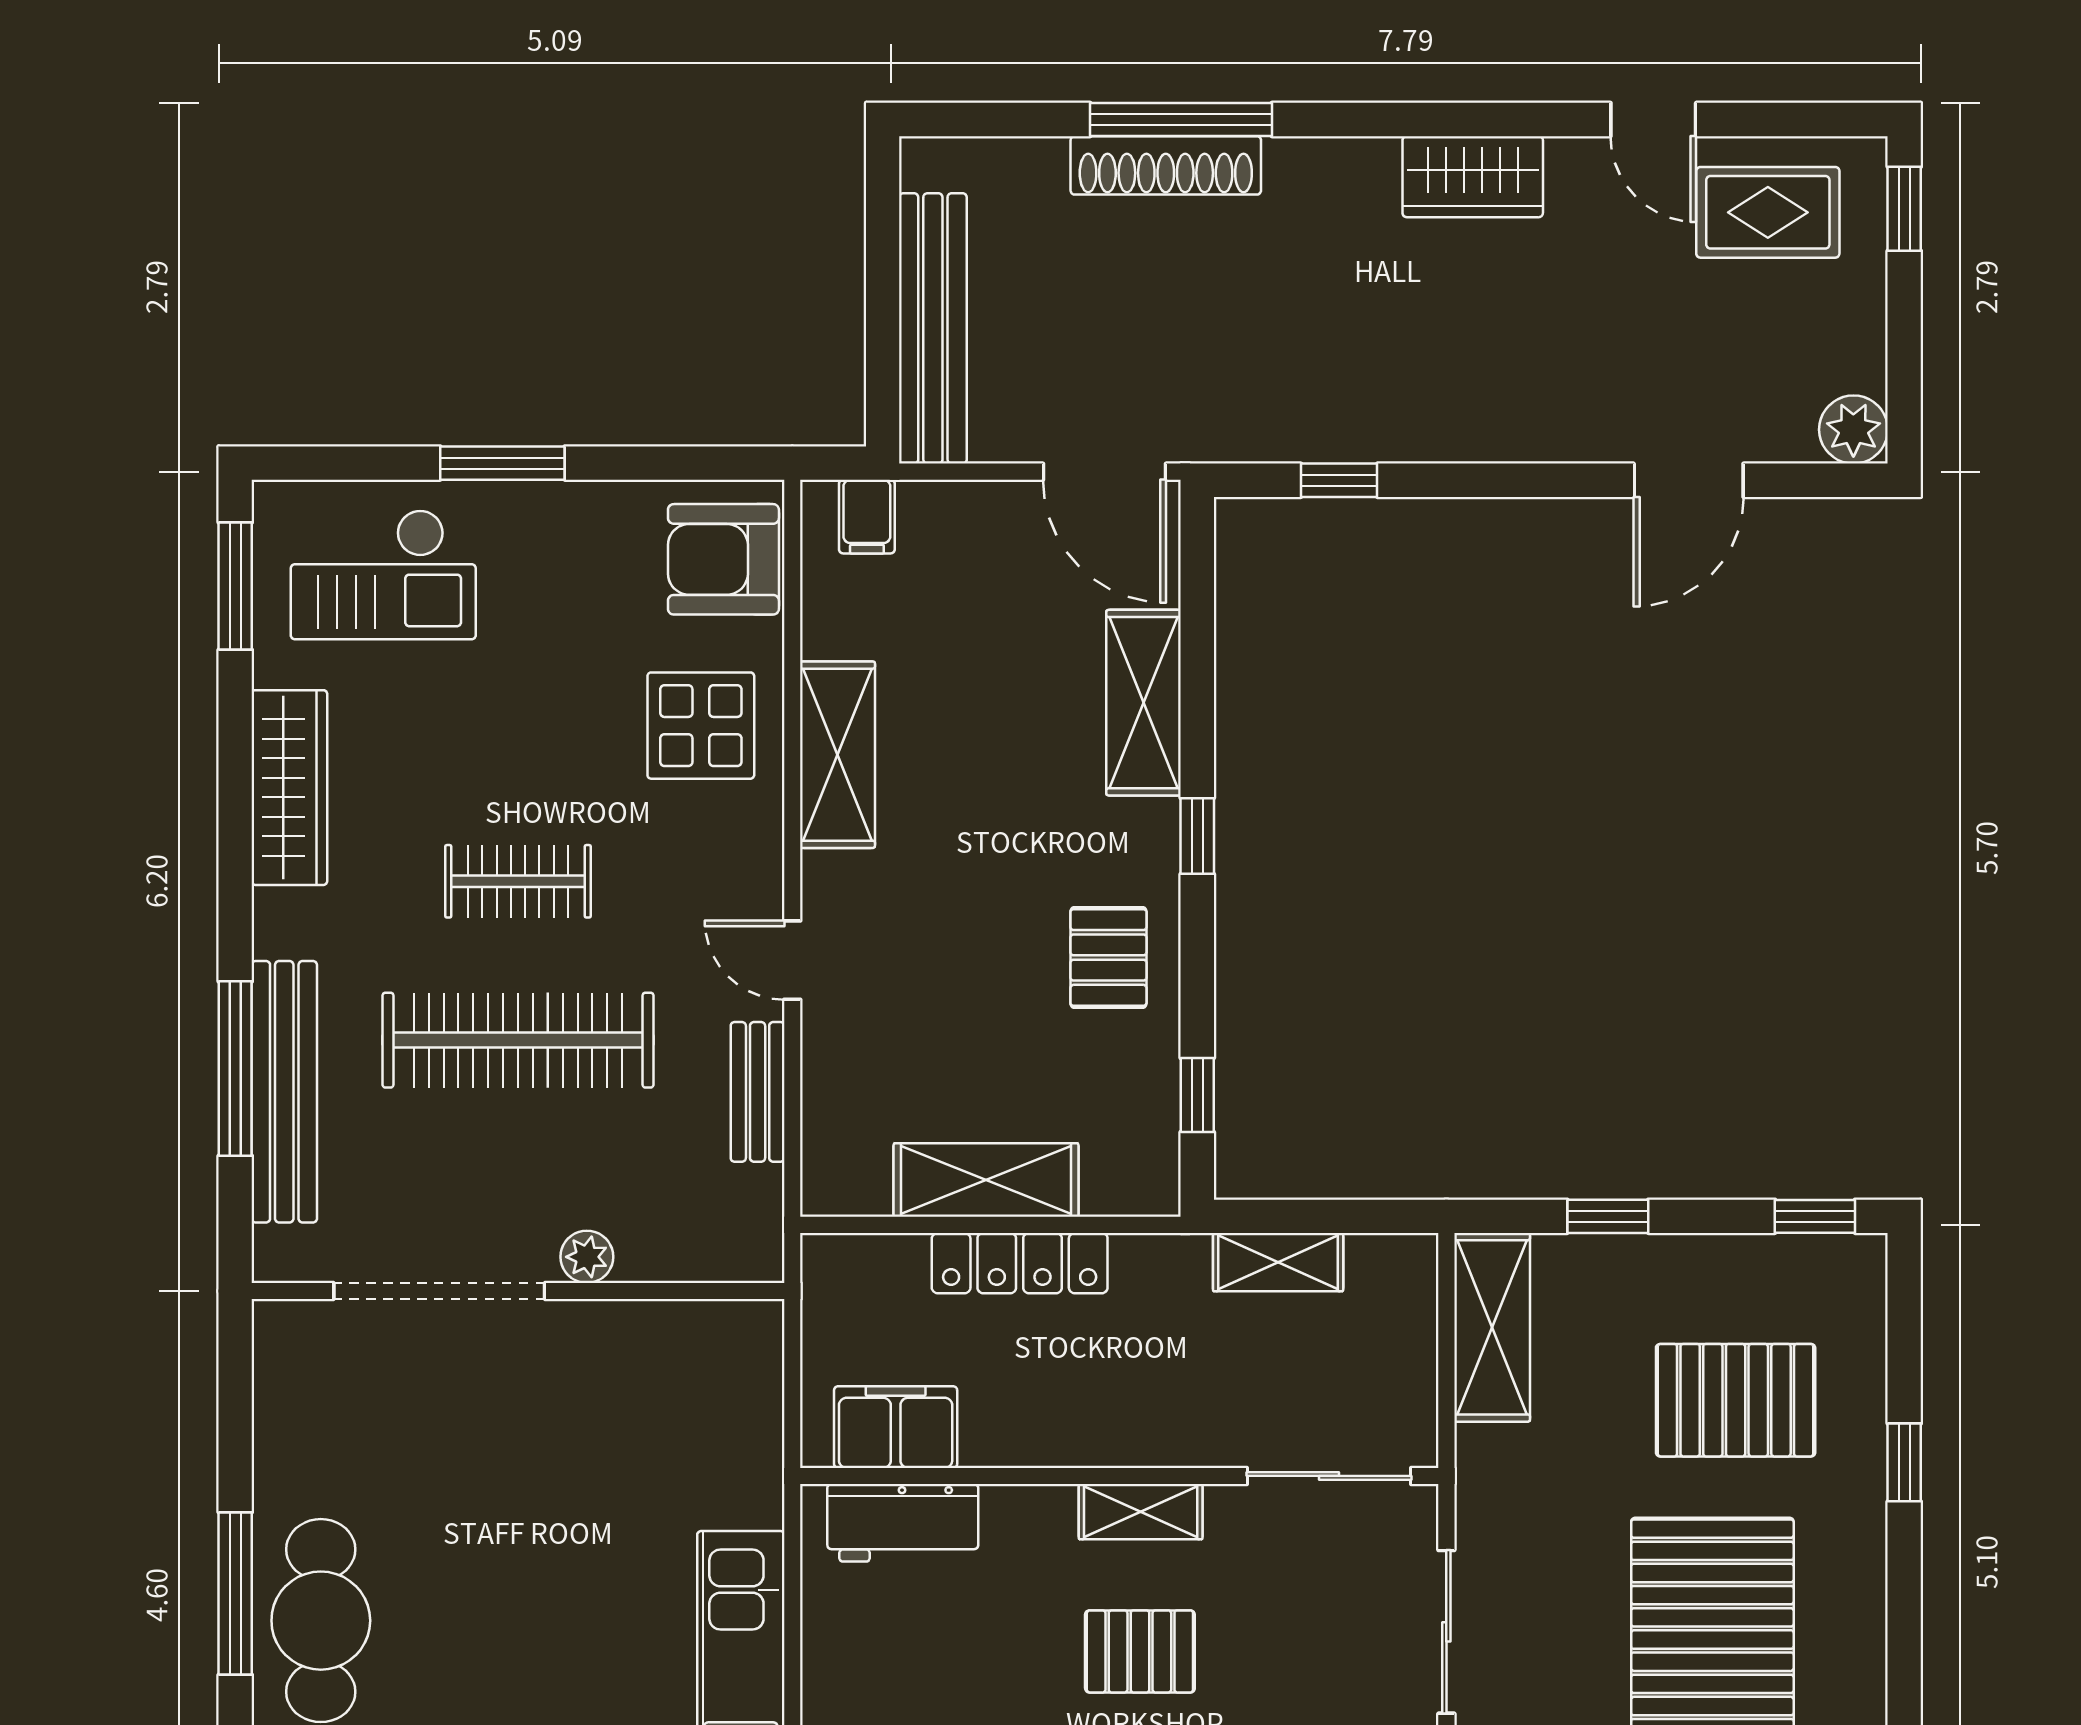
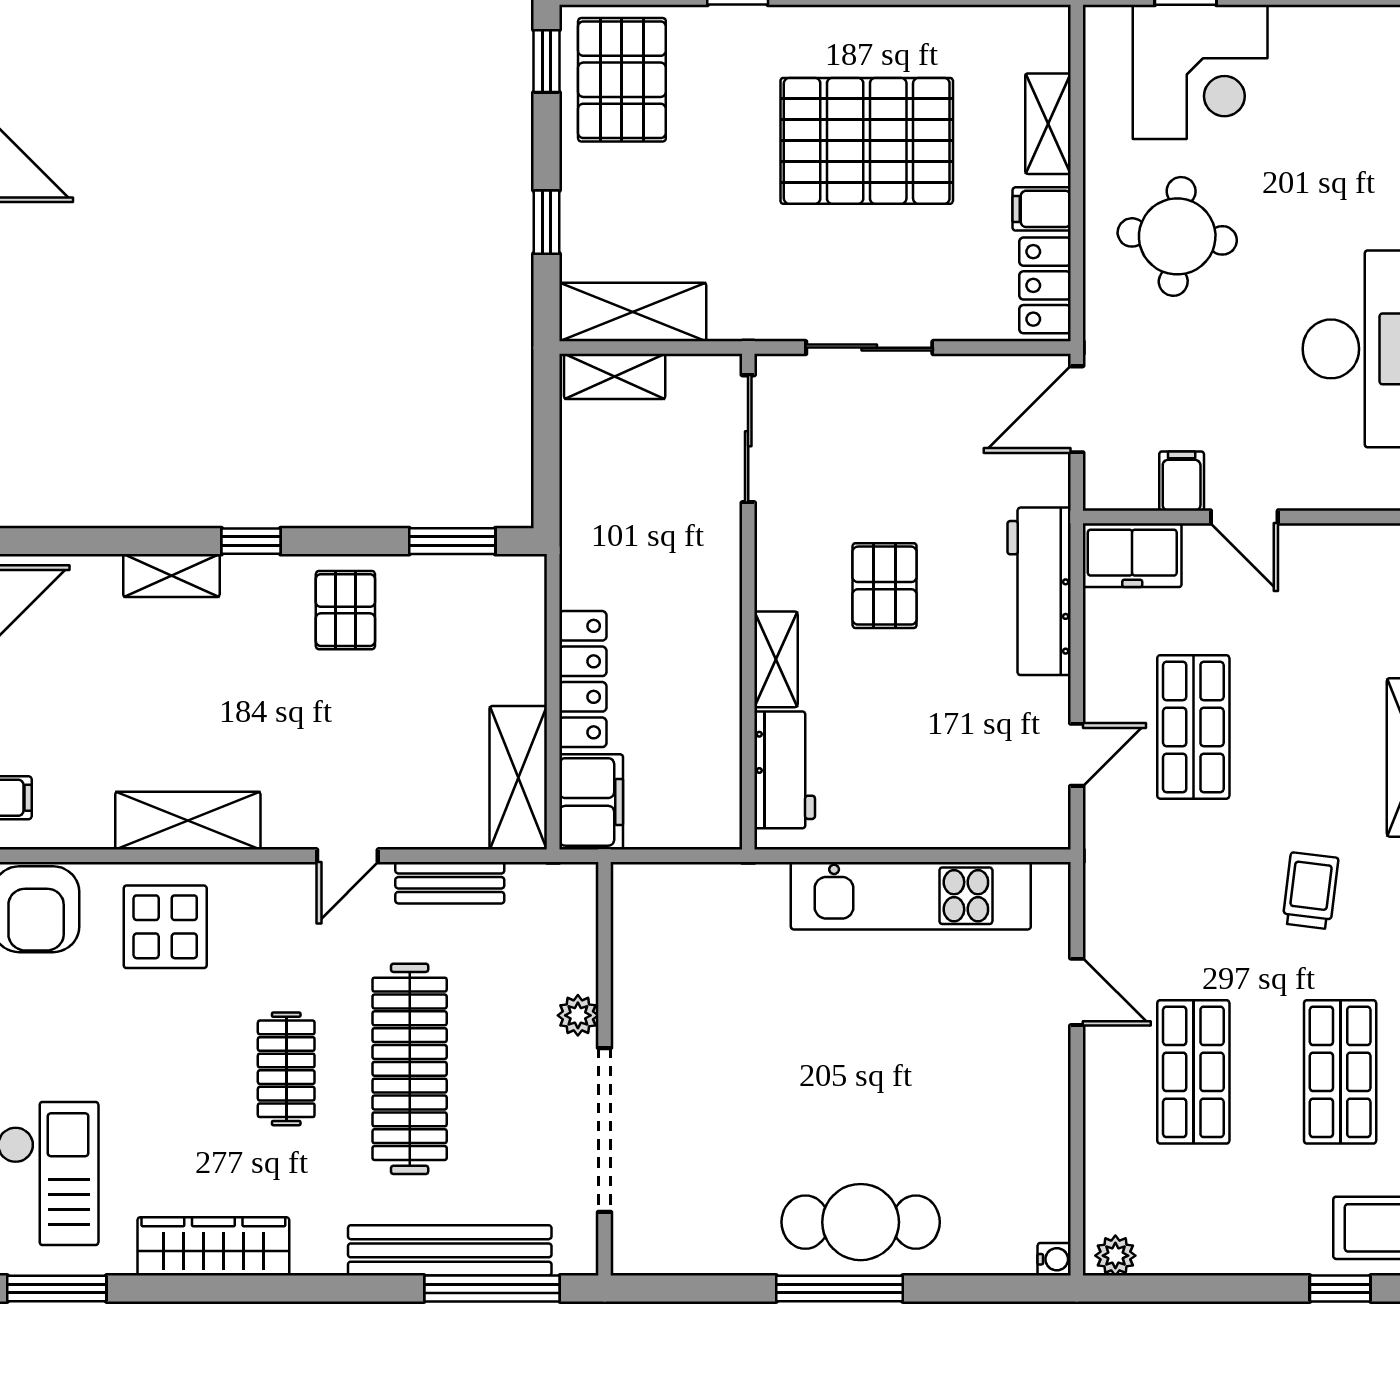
shelving: (1144, 703) -> (171, 576), width x0.67, depth x0.75
pallet: (1108, 957) -> (345, 610), turned 90
window: (235, 1069) -> (492, 1289), moved
window: (1197, 1095) -> (452, 541), width x1.50
shelving: (986, 1180) -> (518, 778), moved
shelving: (1278, 1262) -> (615, 376), moved, turned 90
pallet: (1736, 1400) -> (622, 80), moved
filing cabinet: (896, 1427) -> (591, 802), moved, turned 180
shelving: (1141, 1512) -> (776, 659), moved

